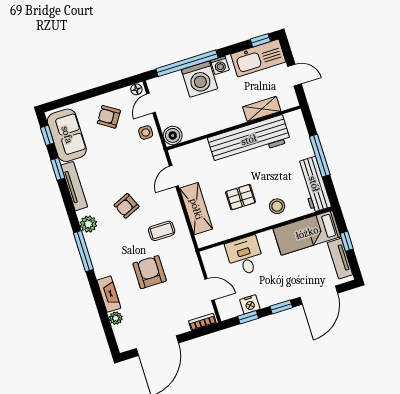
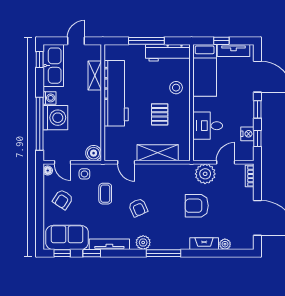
coffee table: (162, 231) -> (105, 194), moved
plant: (189, 270) -> (205, 174), added

